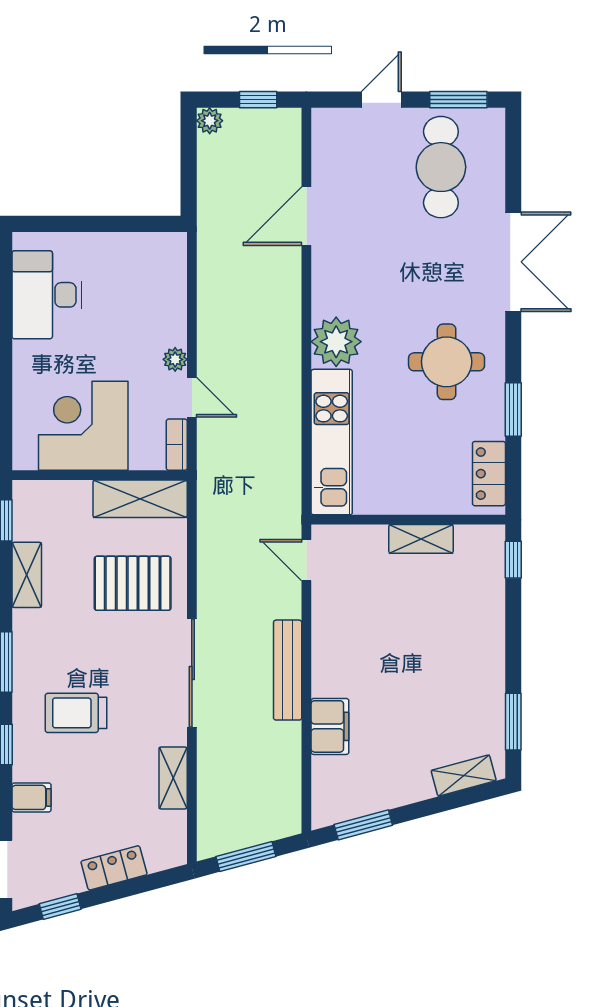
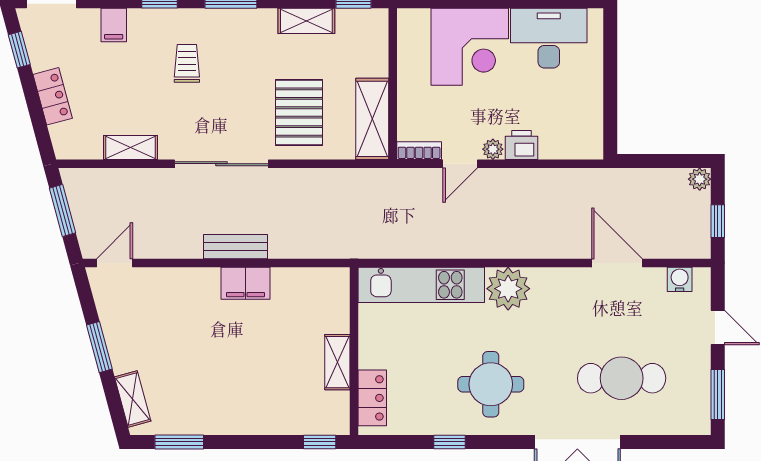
water cooler: (325, 144) -> (680, 279), added
cafe table: (441, 167) -> (622, 378), moved
printer: (170, 326) -> (521, 145), added
window: (513, 409) -> (450, 442), width x0.67
corner desk: (83, 426) -> (470, 47), moved, turned 90
locker: (489, 474) -> (372, 398), moved, turned 90
door: (306, 560) -> (115, 263), moved
bench: (288, 670) -> (235, 247), width x0.73
trolley: (76, 713) -> (187, 63), width x0.73, depth x0.72
filing cabinet: (330, 726) -> (246, 283), moved
window: (363, 825) -> (99, 347), moved

